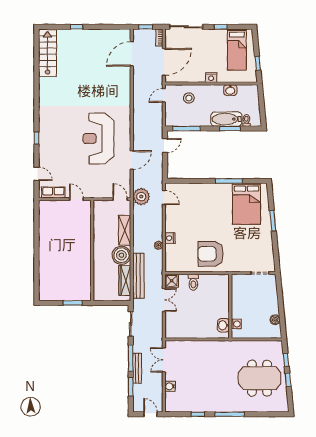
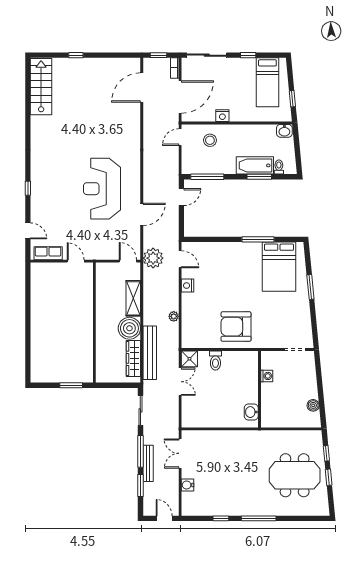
nightstand: (211, 77) -> (222, 116), moved
washbasin: (230, 90) -> (284, 131), moved
nightstand: (170, 238) -> (188, 286), moved
washing machine: (236, 324) -> (267, 376), moved

